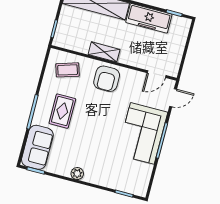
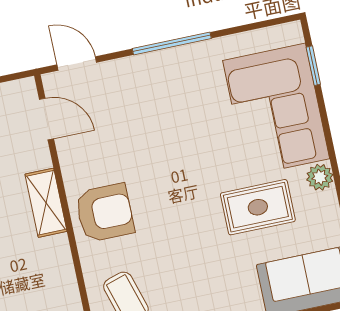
shelving: (104, 52) -> (46, 203), moved
rug: (62, 111) -> (258, 207), moved
corner sofa: (142, 133) -> (276, 110), moved, turned 90

